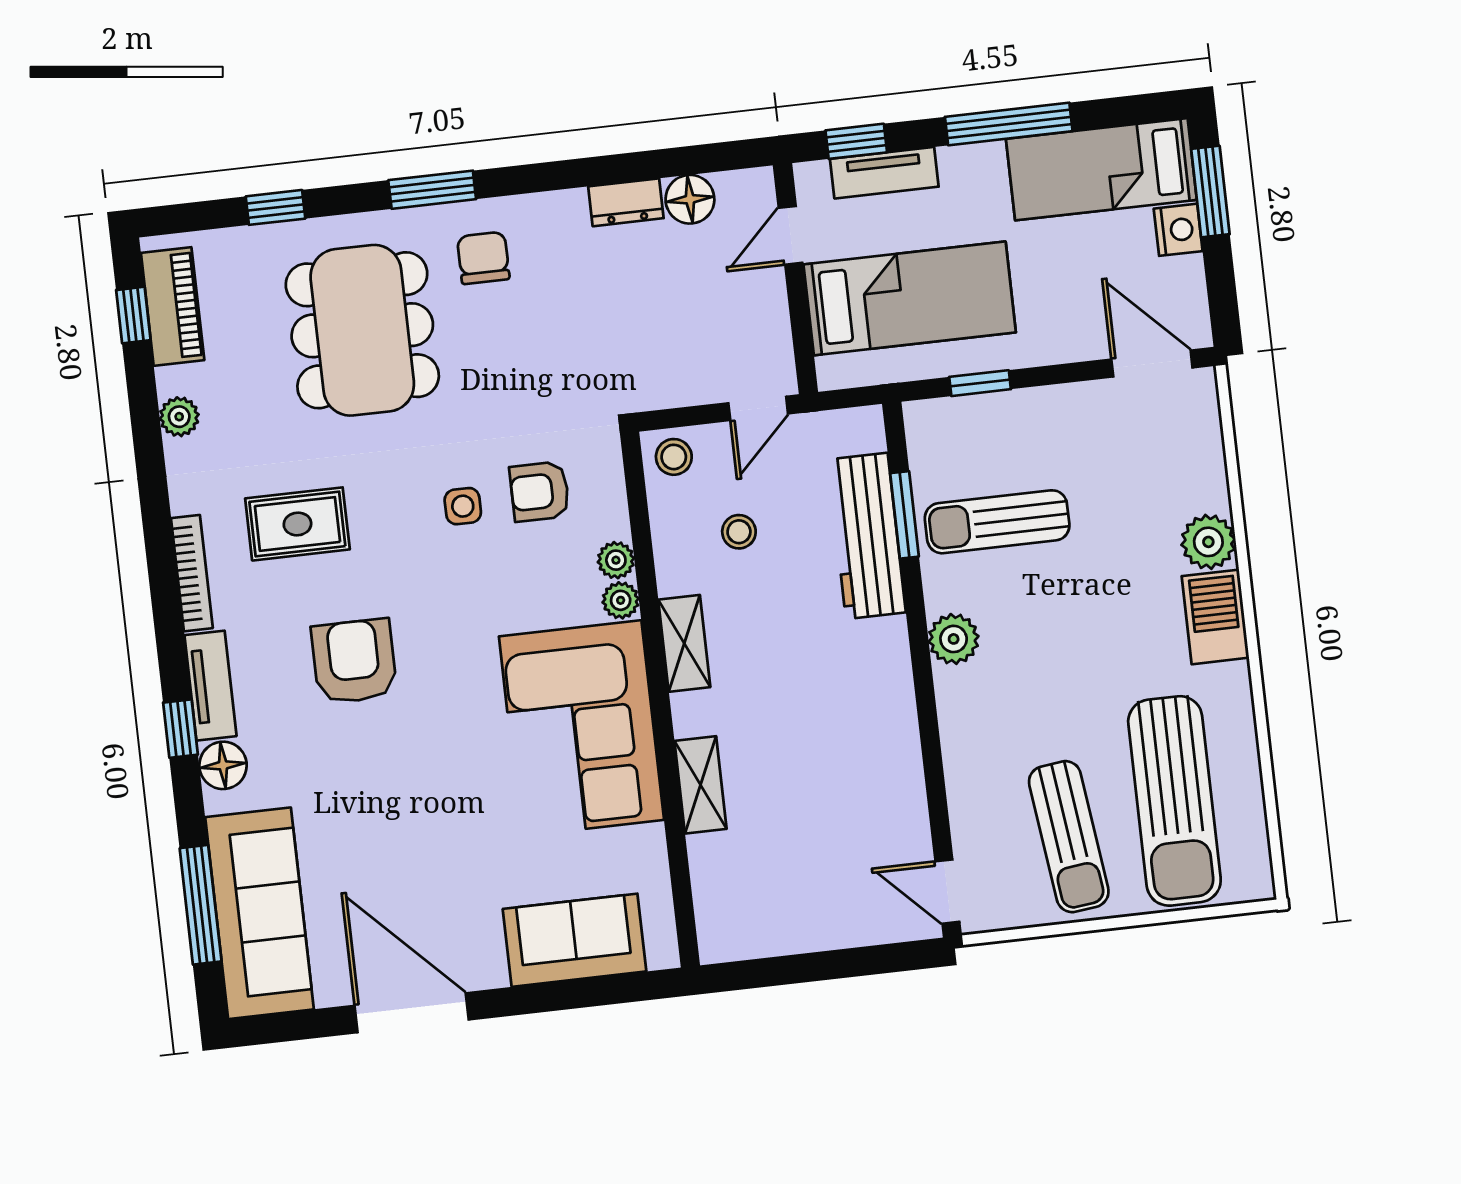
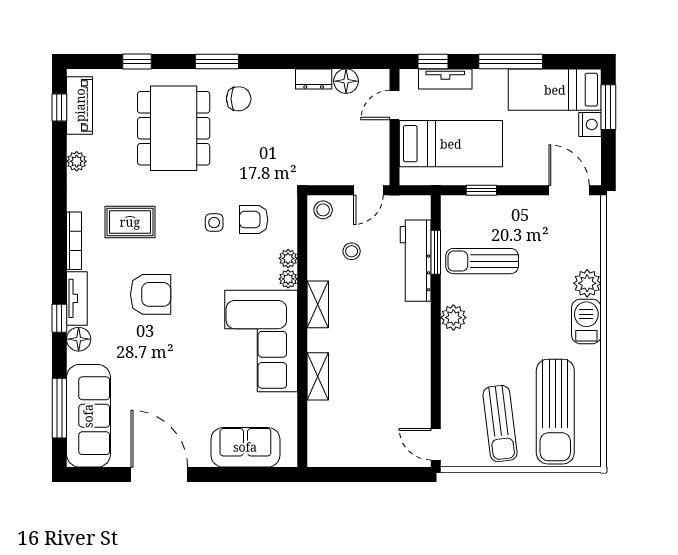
chair: (483, 258) -> (239, 99), turned 90
armchair: (354, 661) -> (151, 294), turned 90

